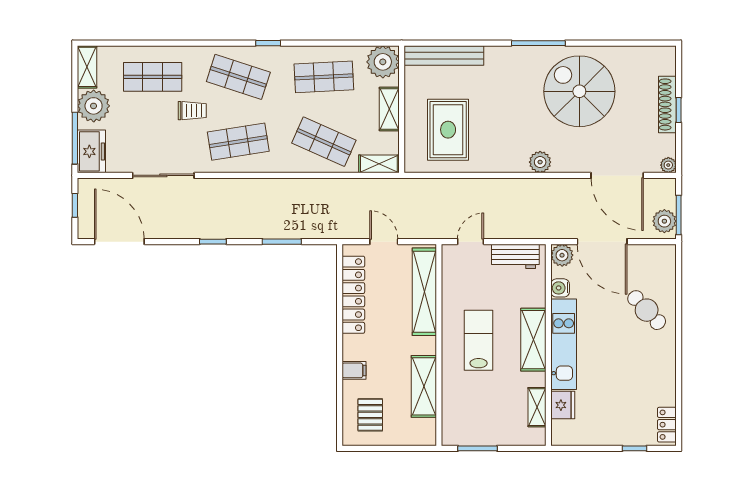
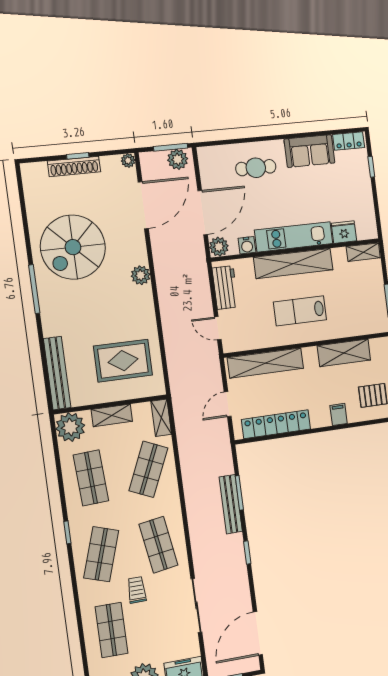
bench: (271, 230) -> (231, 504), added
cafe table: (647, 310) -> (256, 168), turned 43
shelving: (533, 340) -> (293, 264), width x1.47
sofa: (660, 376) -> (309, 151), added
shelving: (537, 407) -> (363, 252), moved

